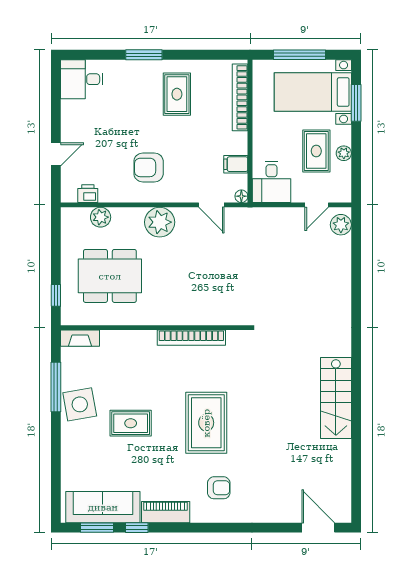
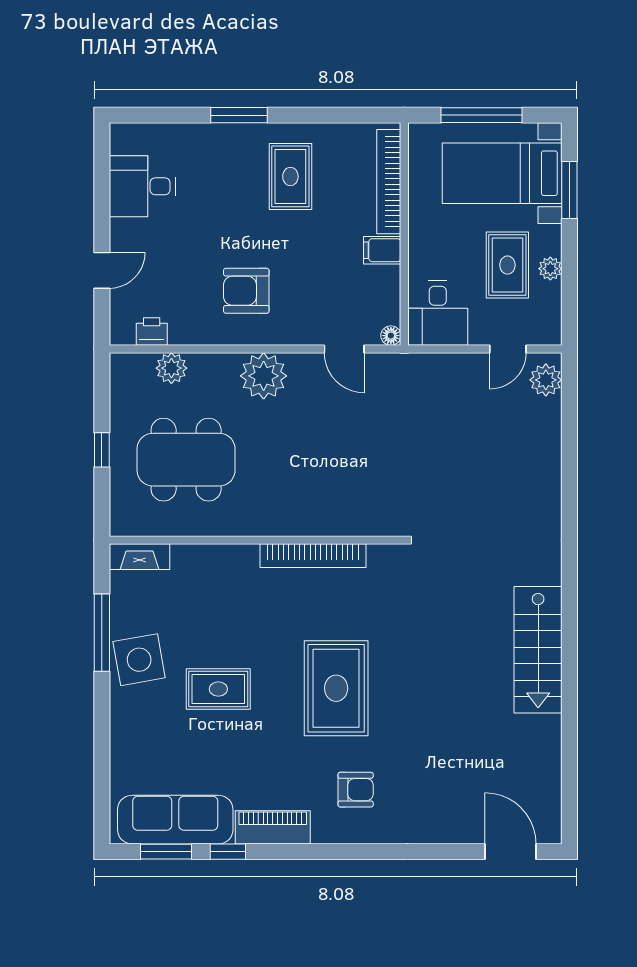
desk: (82, 79) -> (142, 186), moved
filing cabinet: (236, 164) -> (382, 250), moved
window: (56, 295) -> (102, 450), moved

